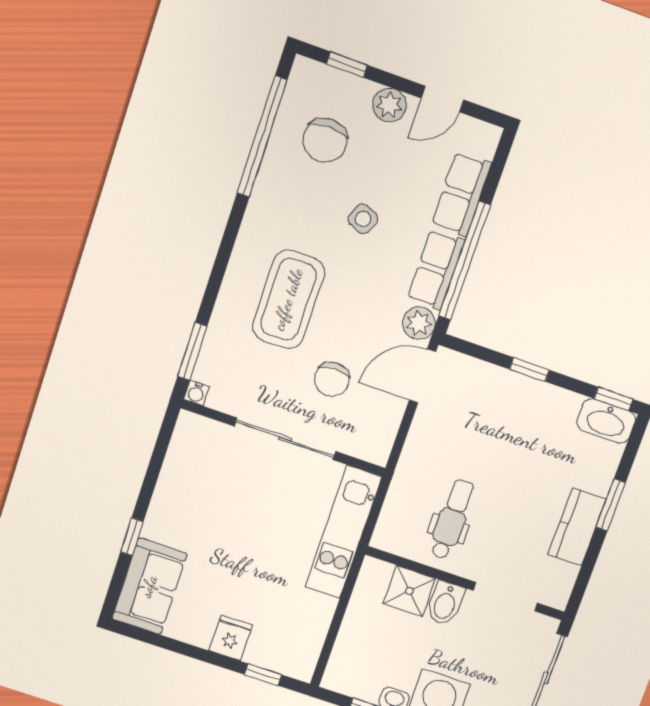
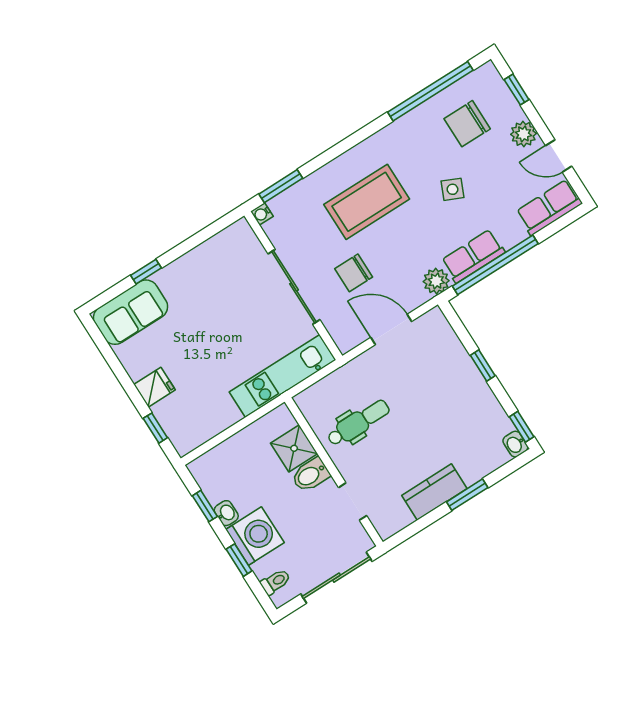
row of seats: (461, 194) -> (549, 207), moved
door: (423, 376) -> (391, 329), moved
washbasin: (606, 421) -> (515, 444), width x0.52, depth x0.69
doorway: (505, 597) -> (353, 502), width x0.73

